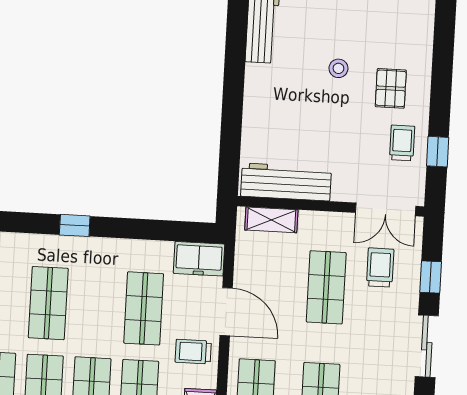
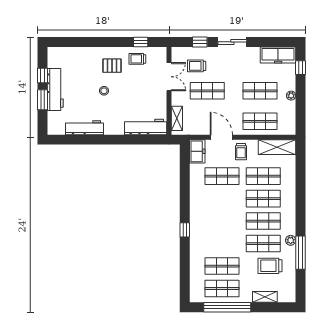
workbench: (286, 182) -> (146, 127), moved, turned 90
double door: (386, 209) -> (169, 77), moved
window: (75, 225) -> (185, 230), moved
shop shelf: (48, 303) -> (222, 221), removed
door: (226, 312) -> (221, 137), hinge flipped

